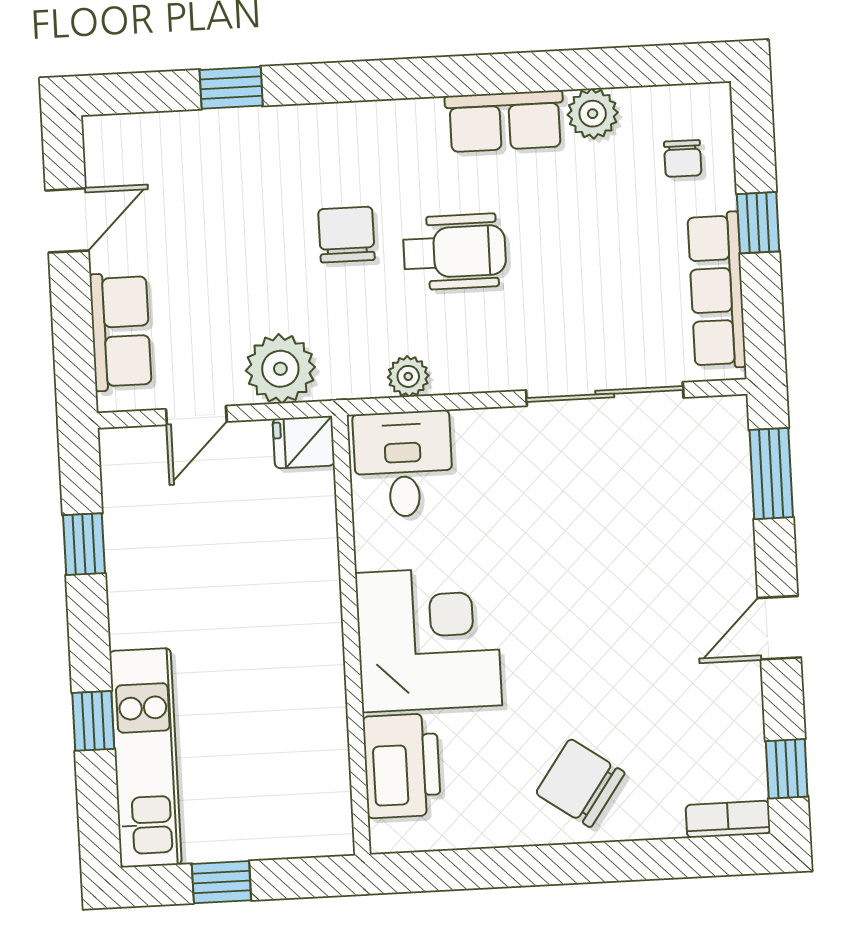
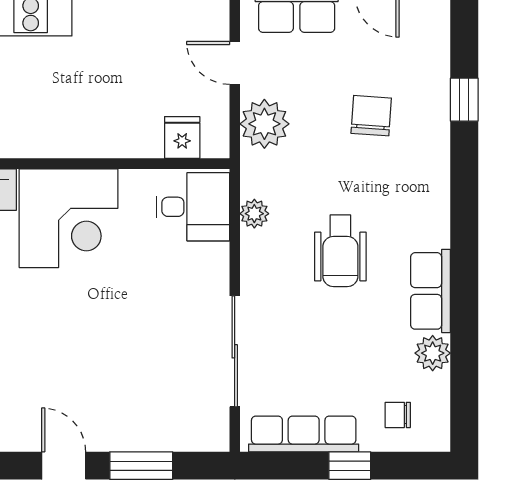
chair: (346, 235) -> (371, 116), moved, turned -86
fridge: (304, 442) -> (182, 137), moved
window: (771, 474) -> (141, 466), moved

